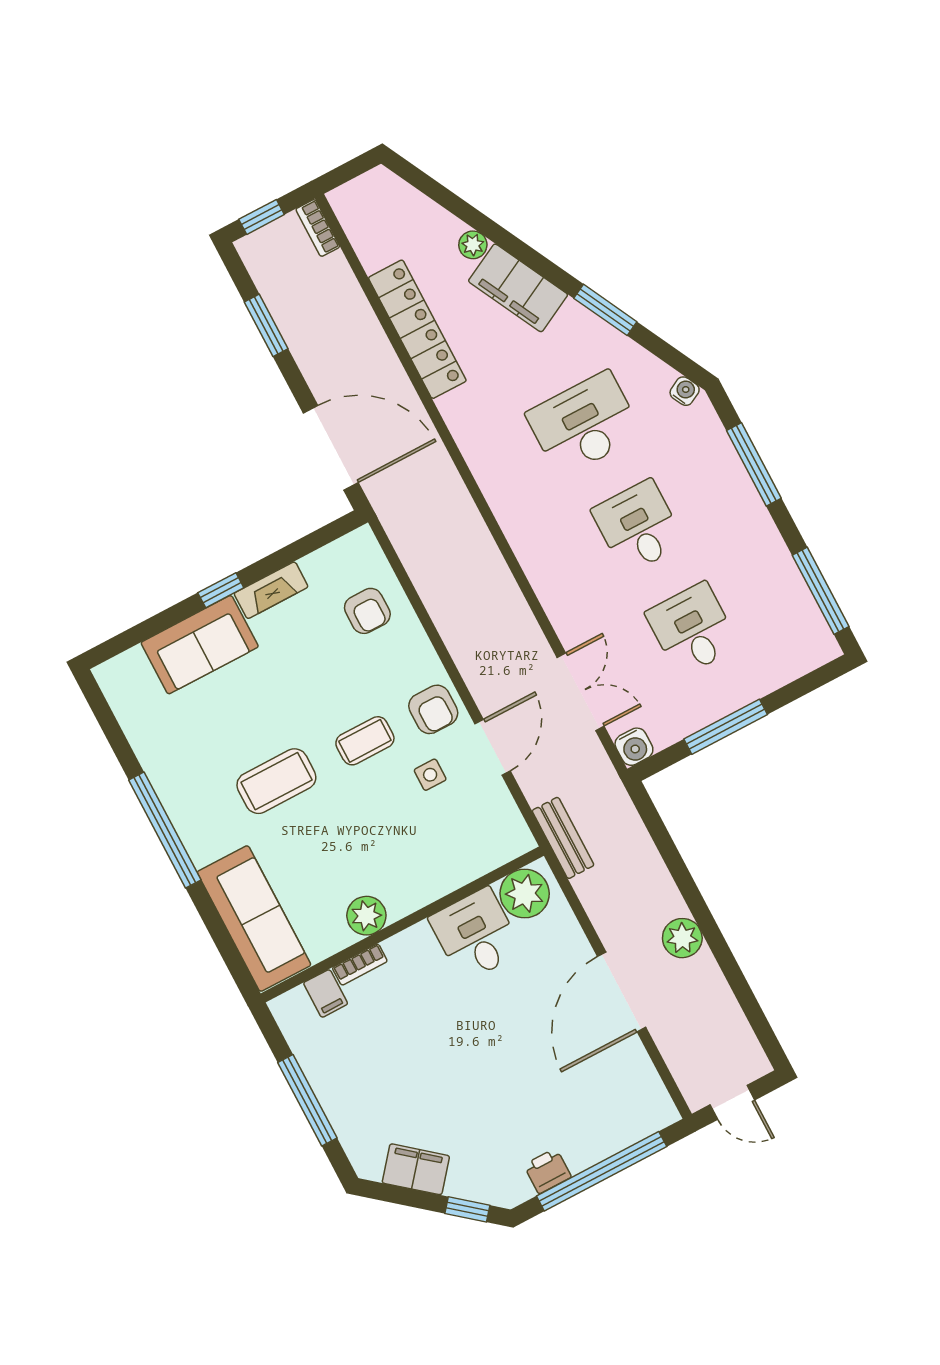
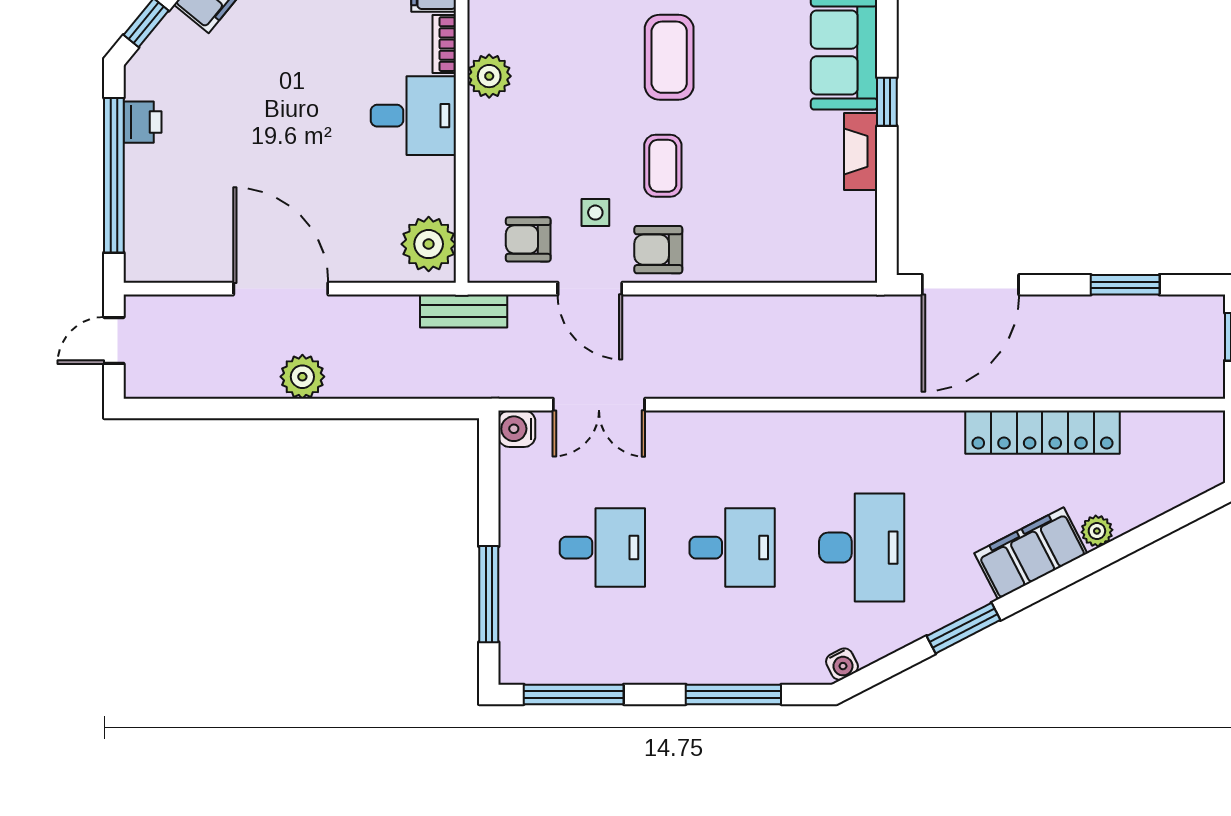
bookcase: (318, 228) -> (1194, 387), removed
armchair: (367, 611) -> (528, 239), moved
window: (726, 727) -> (489, 594), moved
desk: (476, 935) -> (413, 116), moved

